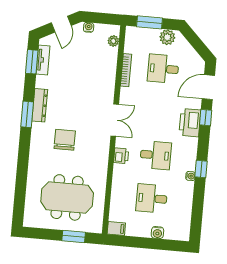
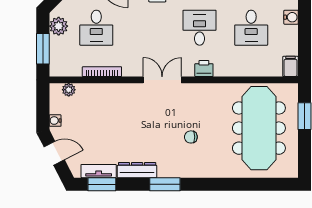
dresser: (40, 105) -> (137, 170), moved
chair: (65, 140) -> (191, 137), width x0.54, depth x0.54
meeting table: (67, 197) -> (259, 128), width x1.36

